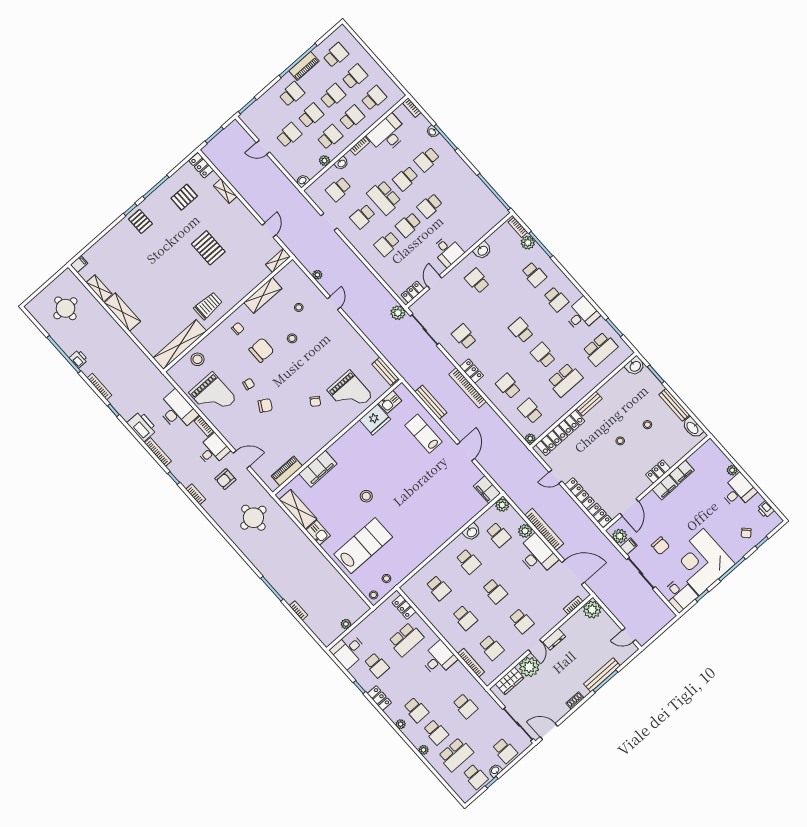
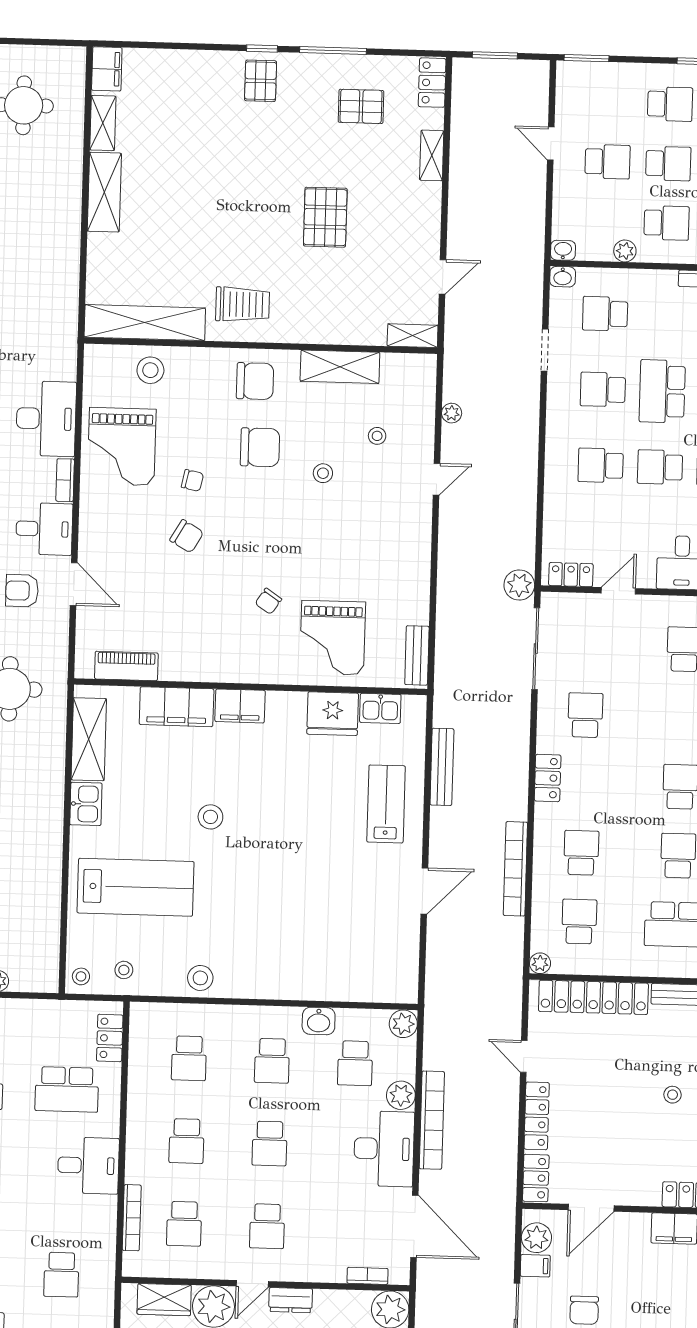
washbasin: (341, 163) -> (563, 277), moved
filing cabinet: (79, 264) -> (107, 69), width x2.00
chair: (238, 329) -> (255, 381), width x1.87, depth x1.87
bookcase: (468, 388) -> (515, 869), moved
filing cabinet: (487, 490) -> (240, 706), moved, turned -90
stool: (416, 556) -> (200, 978), added

